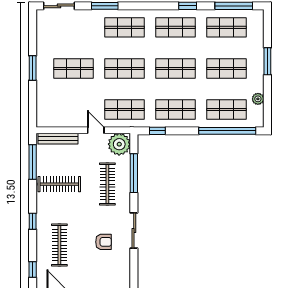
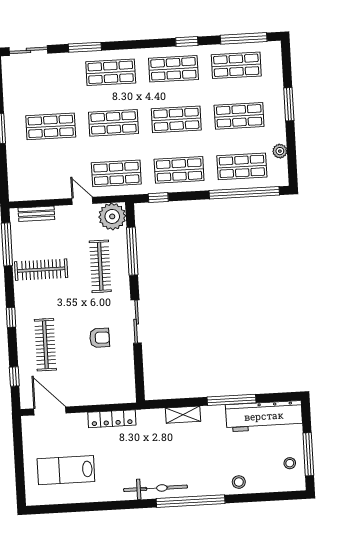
bench: (58, 139) -> (36, 214), width x0.73

